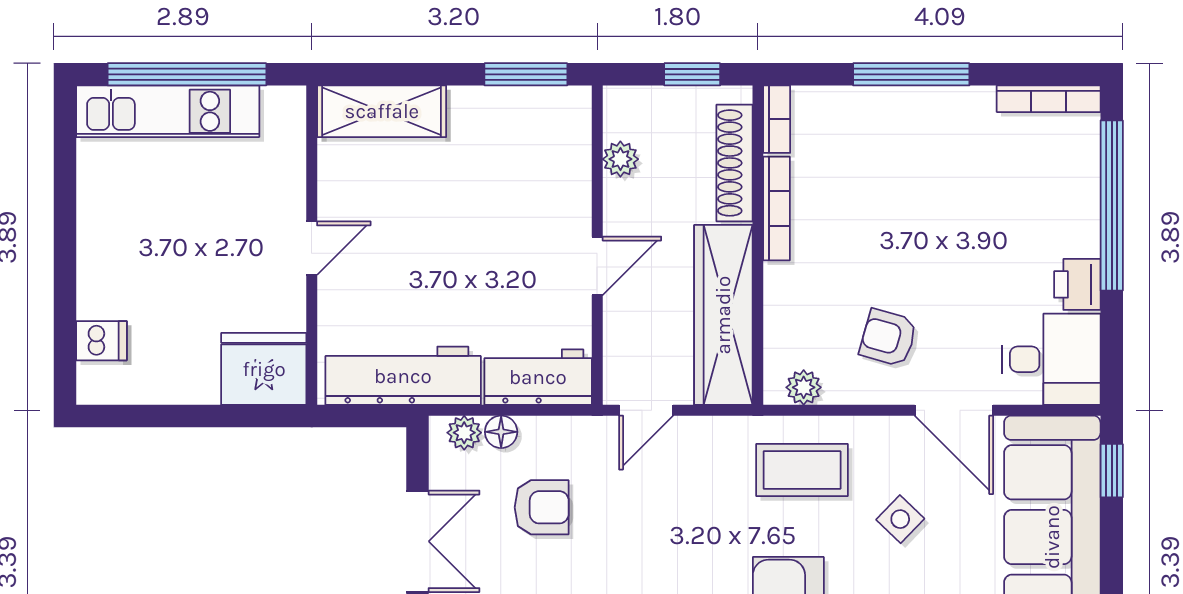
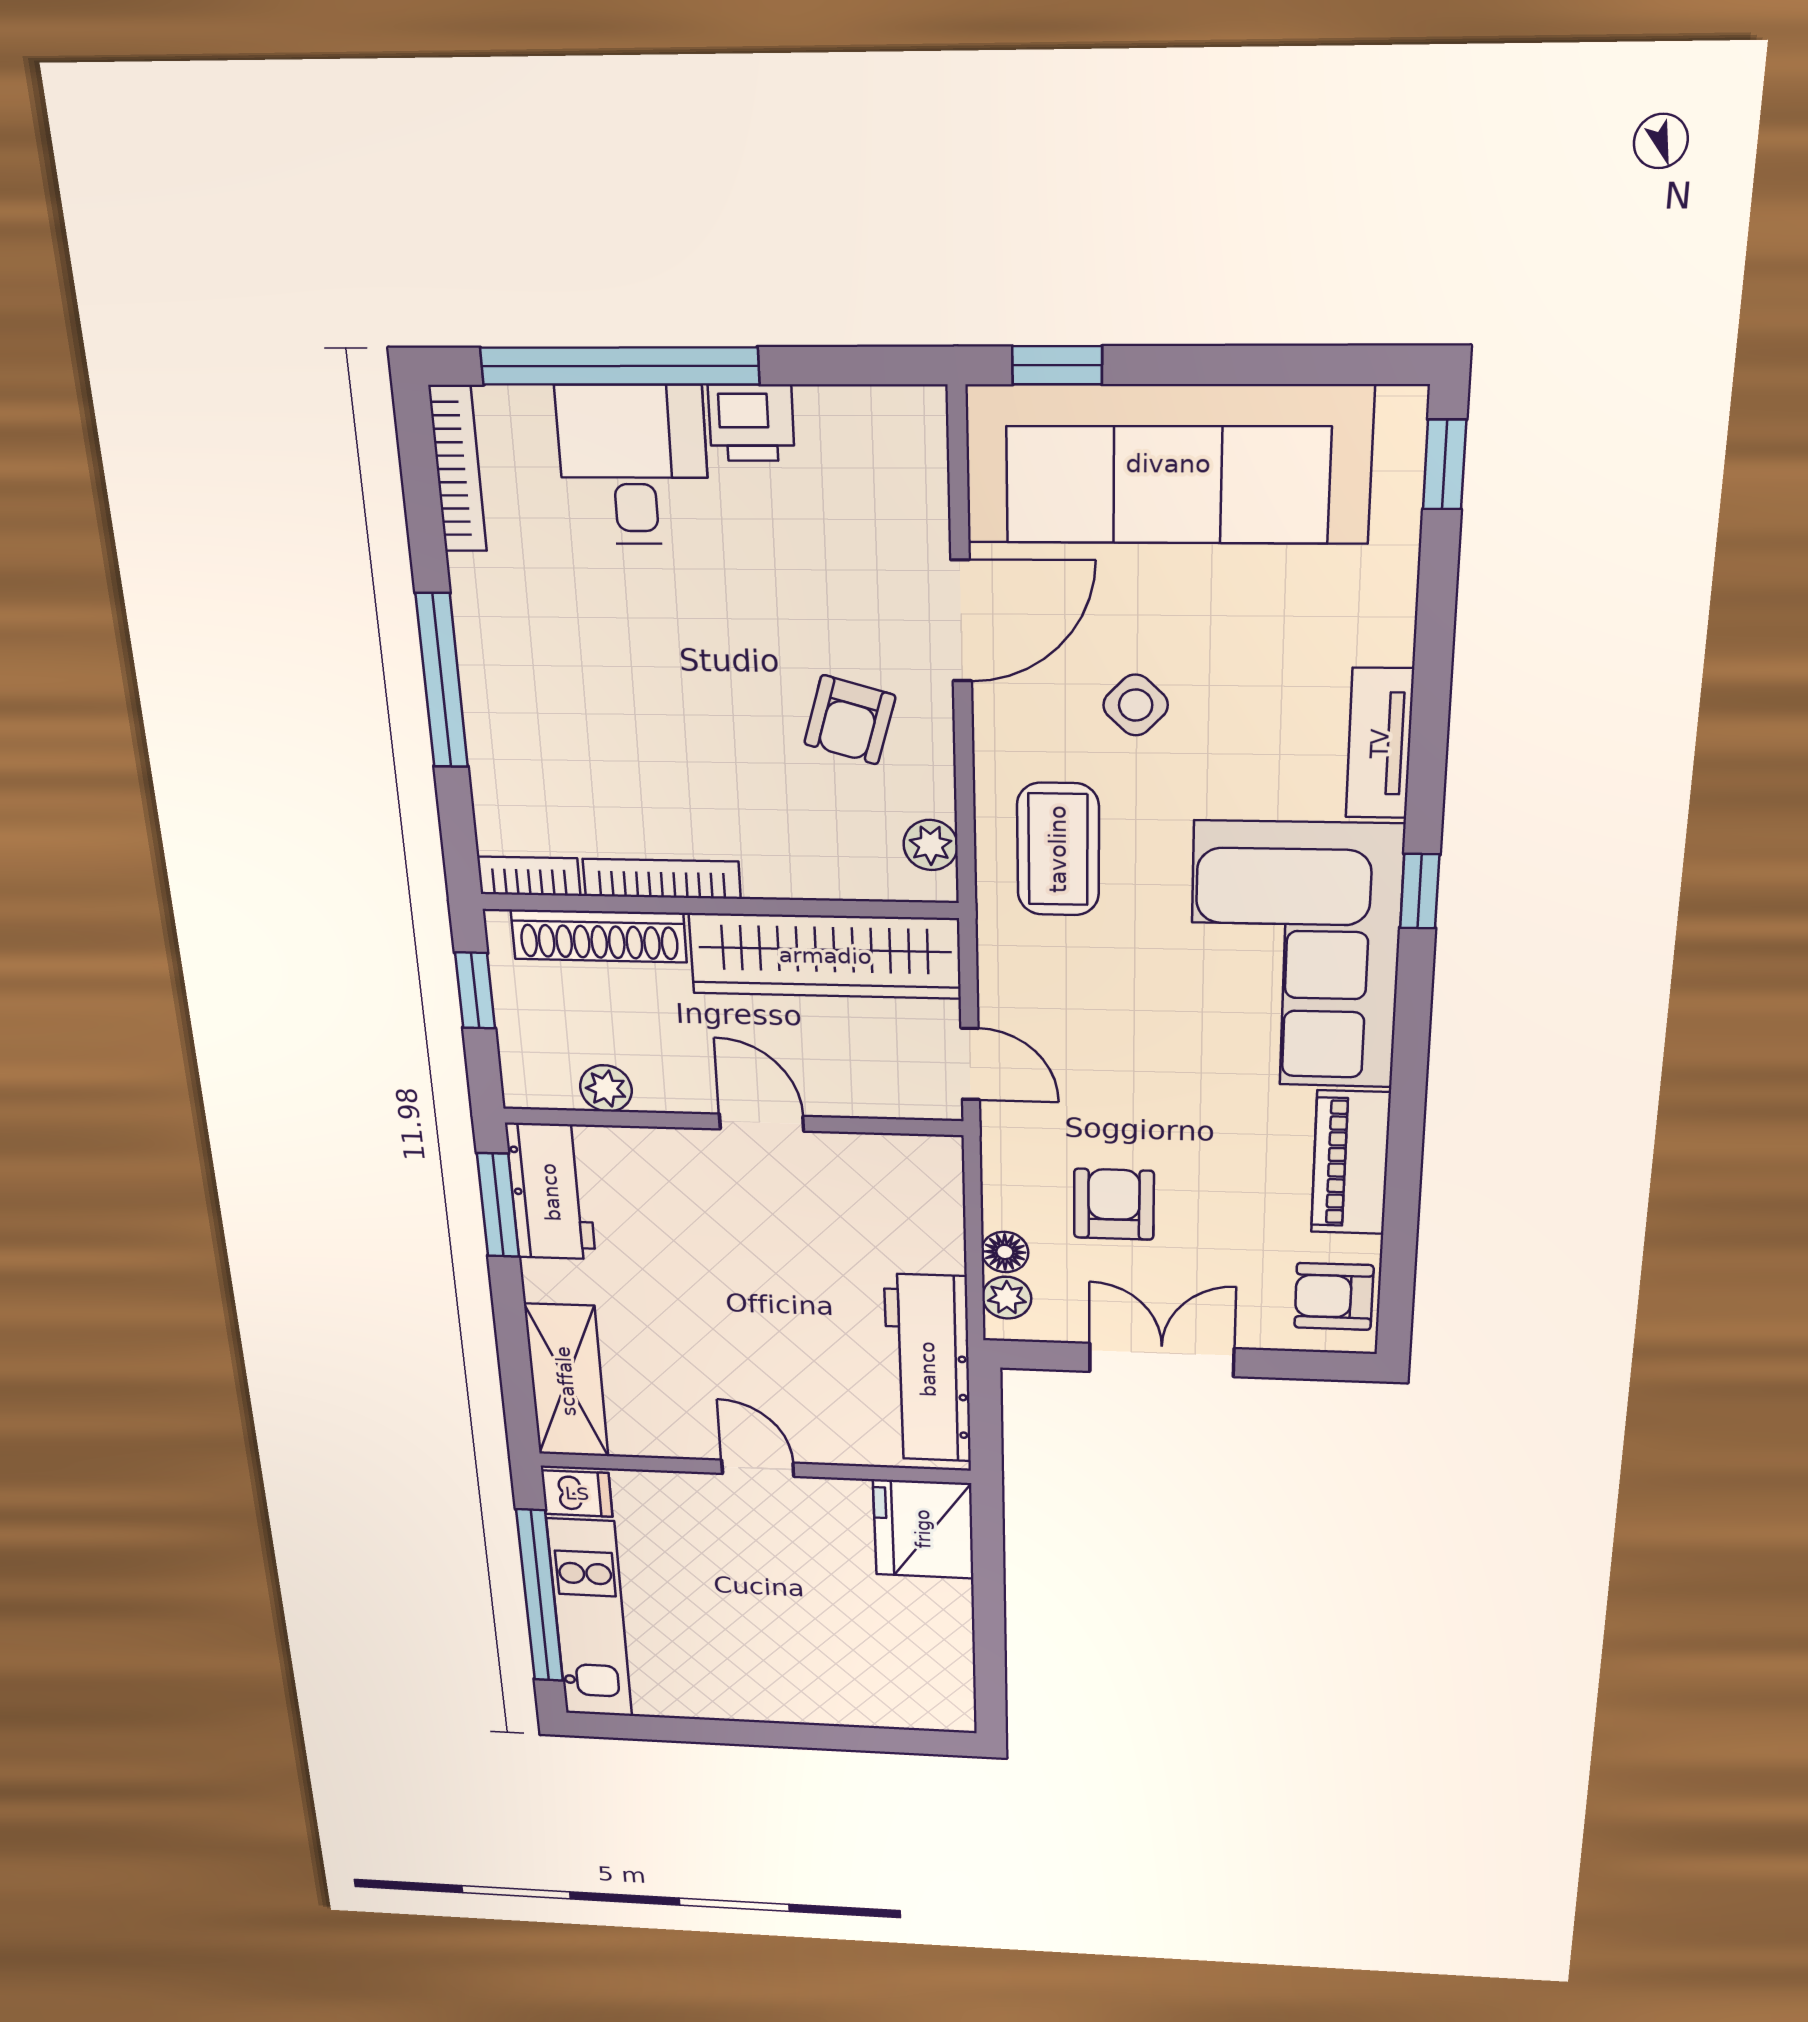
dishwasher: (101, 341) -> (577, 1494), moved, turned 90
desk: (1051, 359) -> (633, 465), moved
workbench: (538, 377) -> (551, 1192), moved, turned 180

